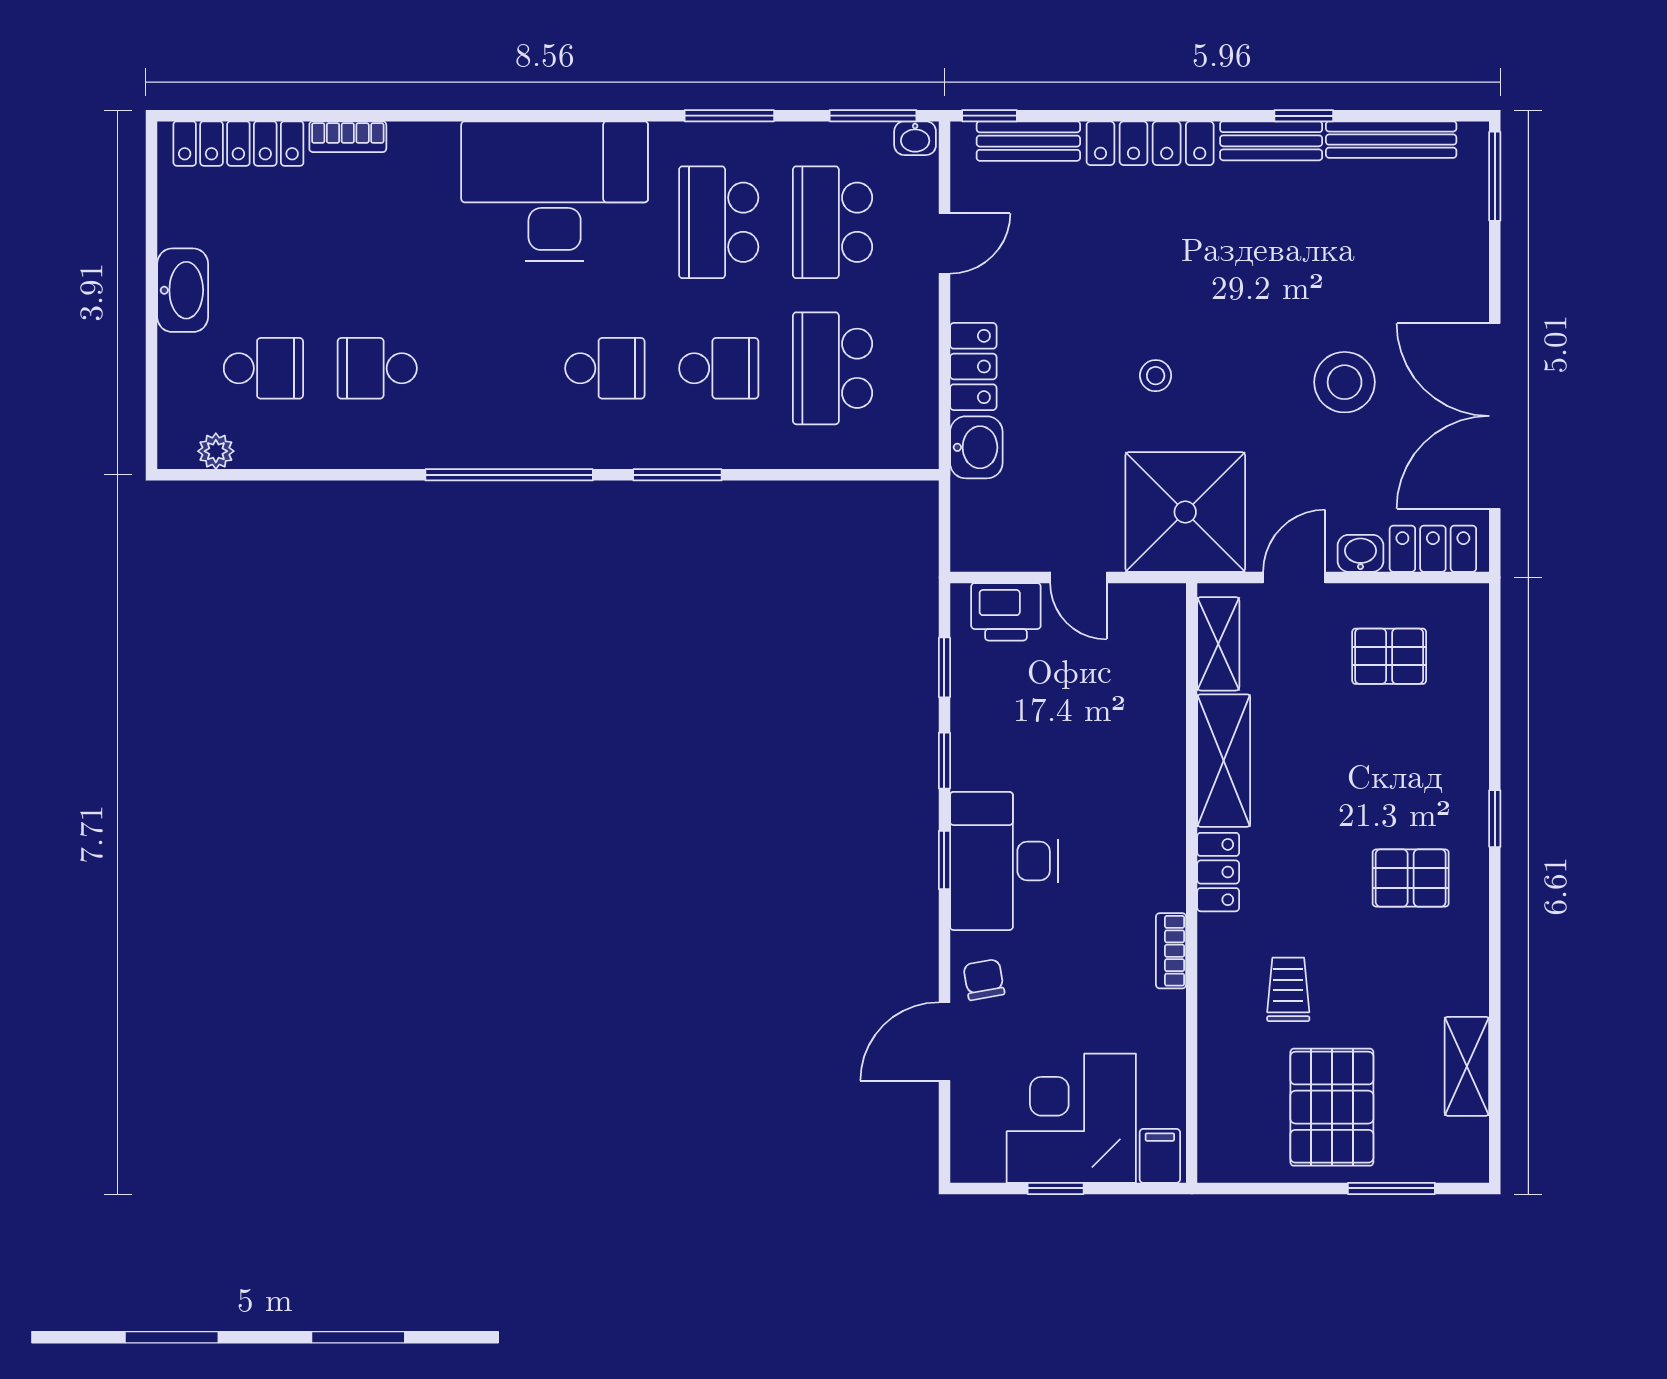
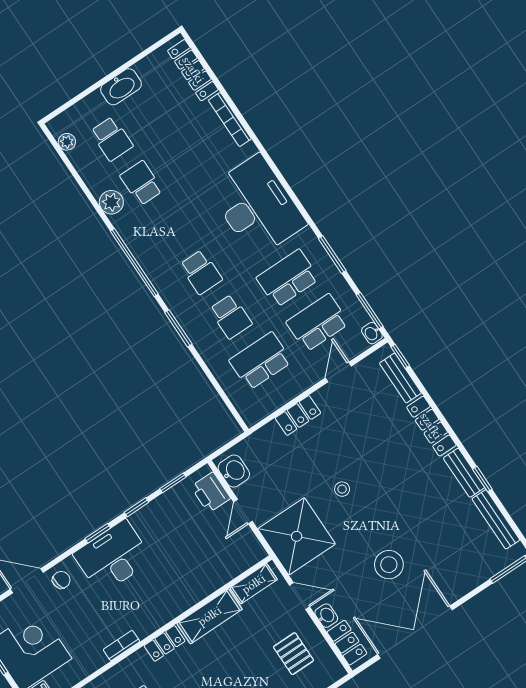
bookcase: (348, 137) -> (230, 120), width x1.56
door: (944, 243) -> (338, 372), swing flipped
plant: (375, 444) -> (111, 202), added
washbasin: (976, 447) -> (234, 471), moved, turned -90

